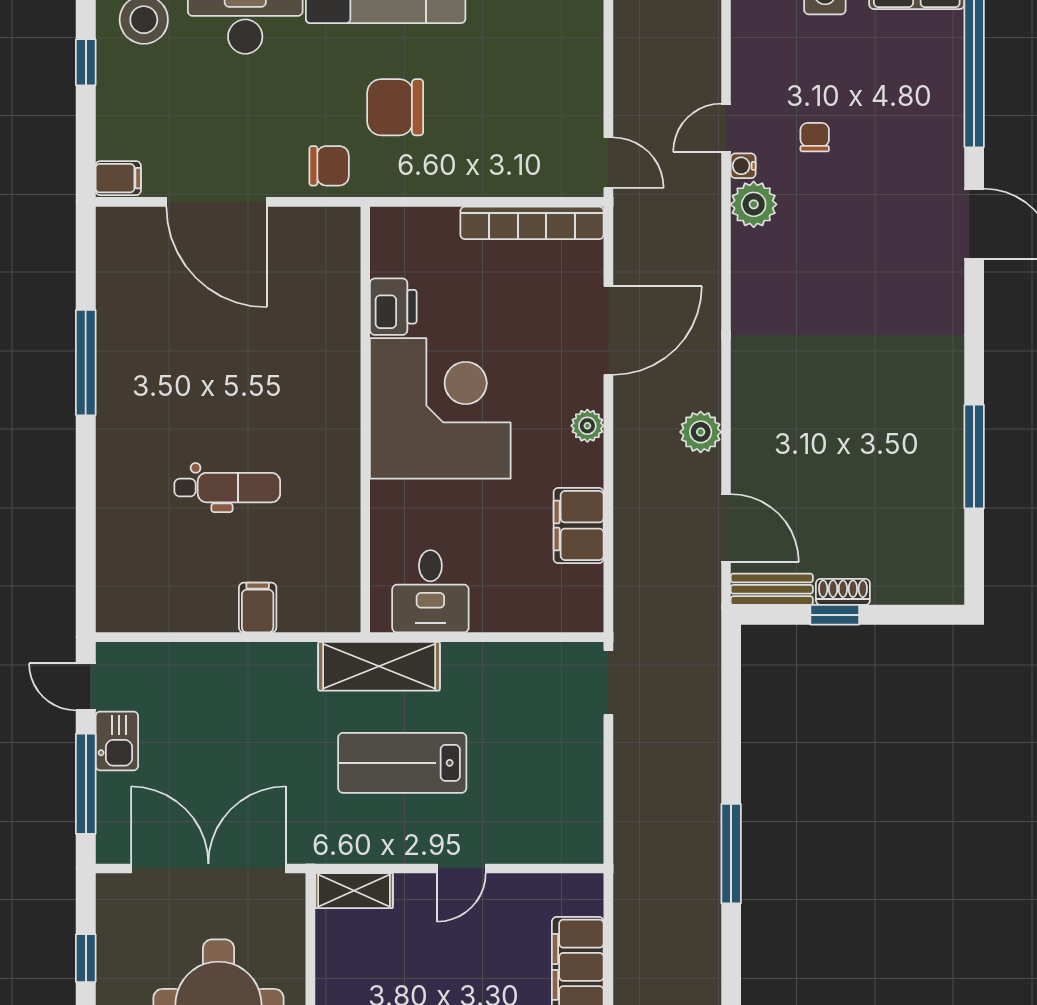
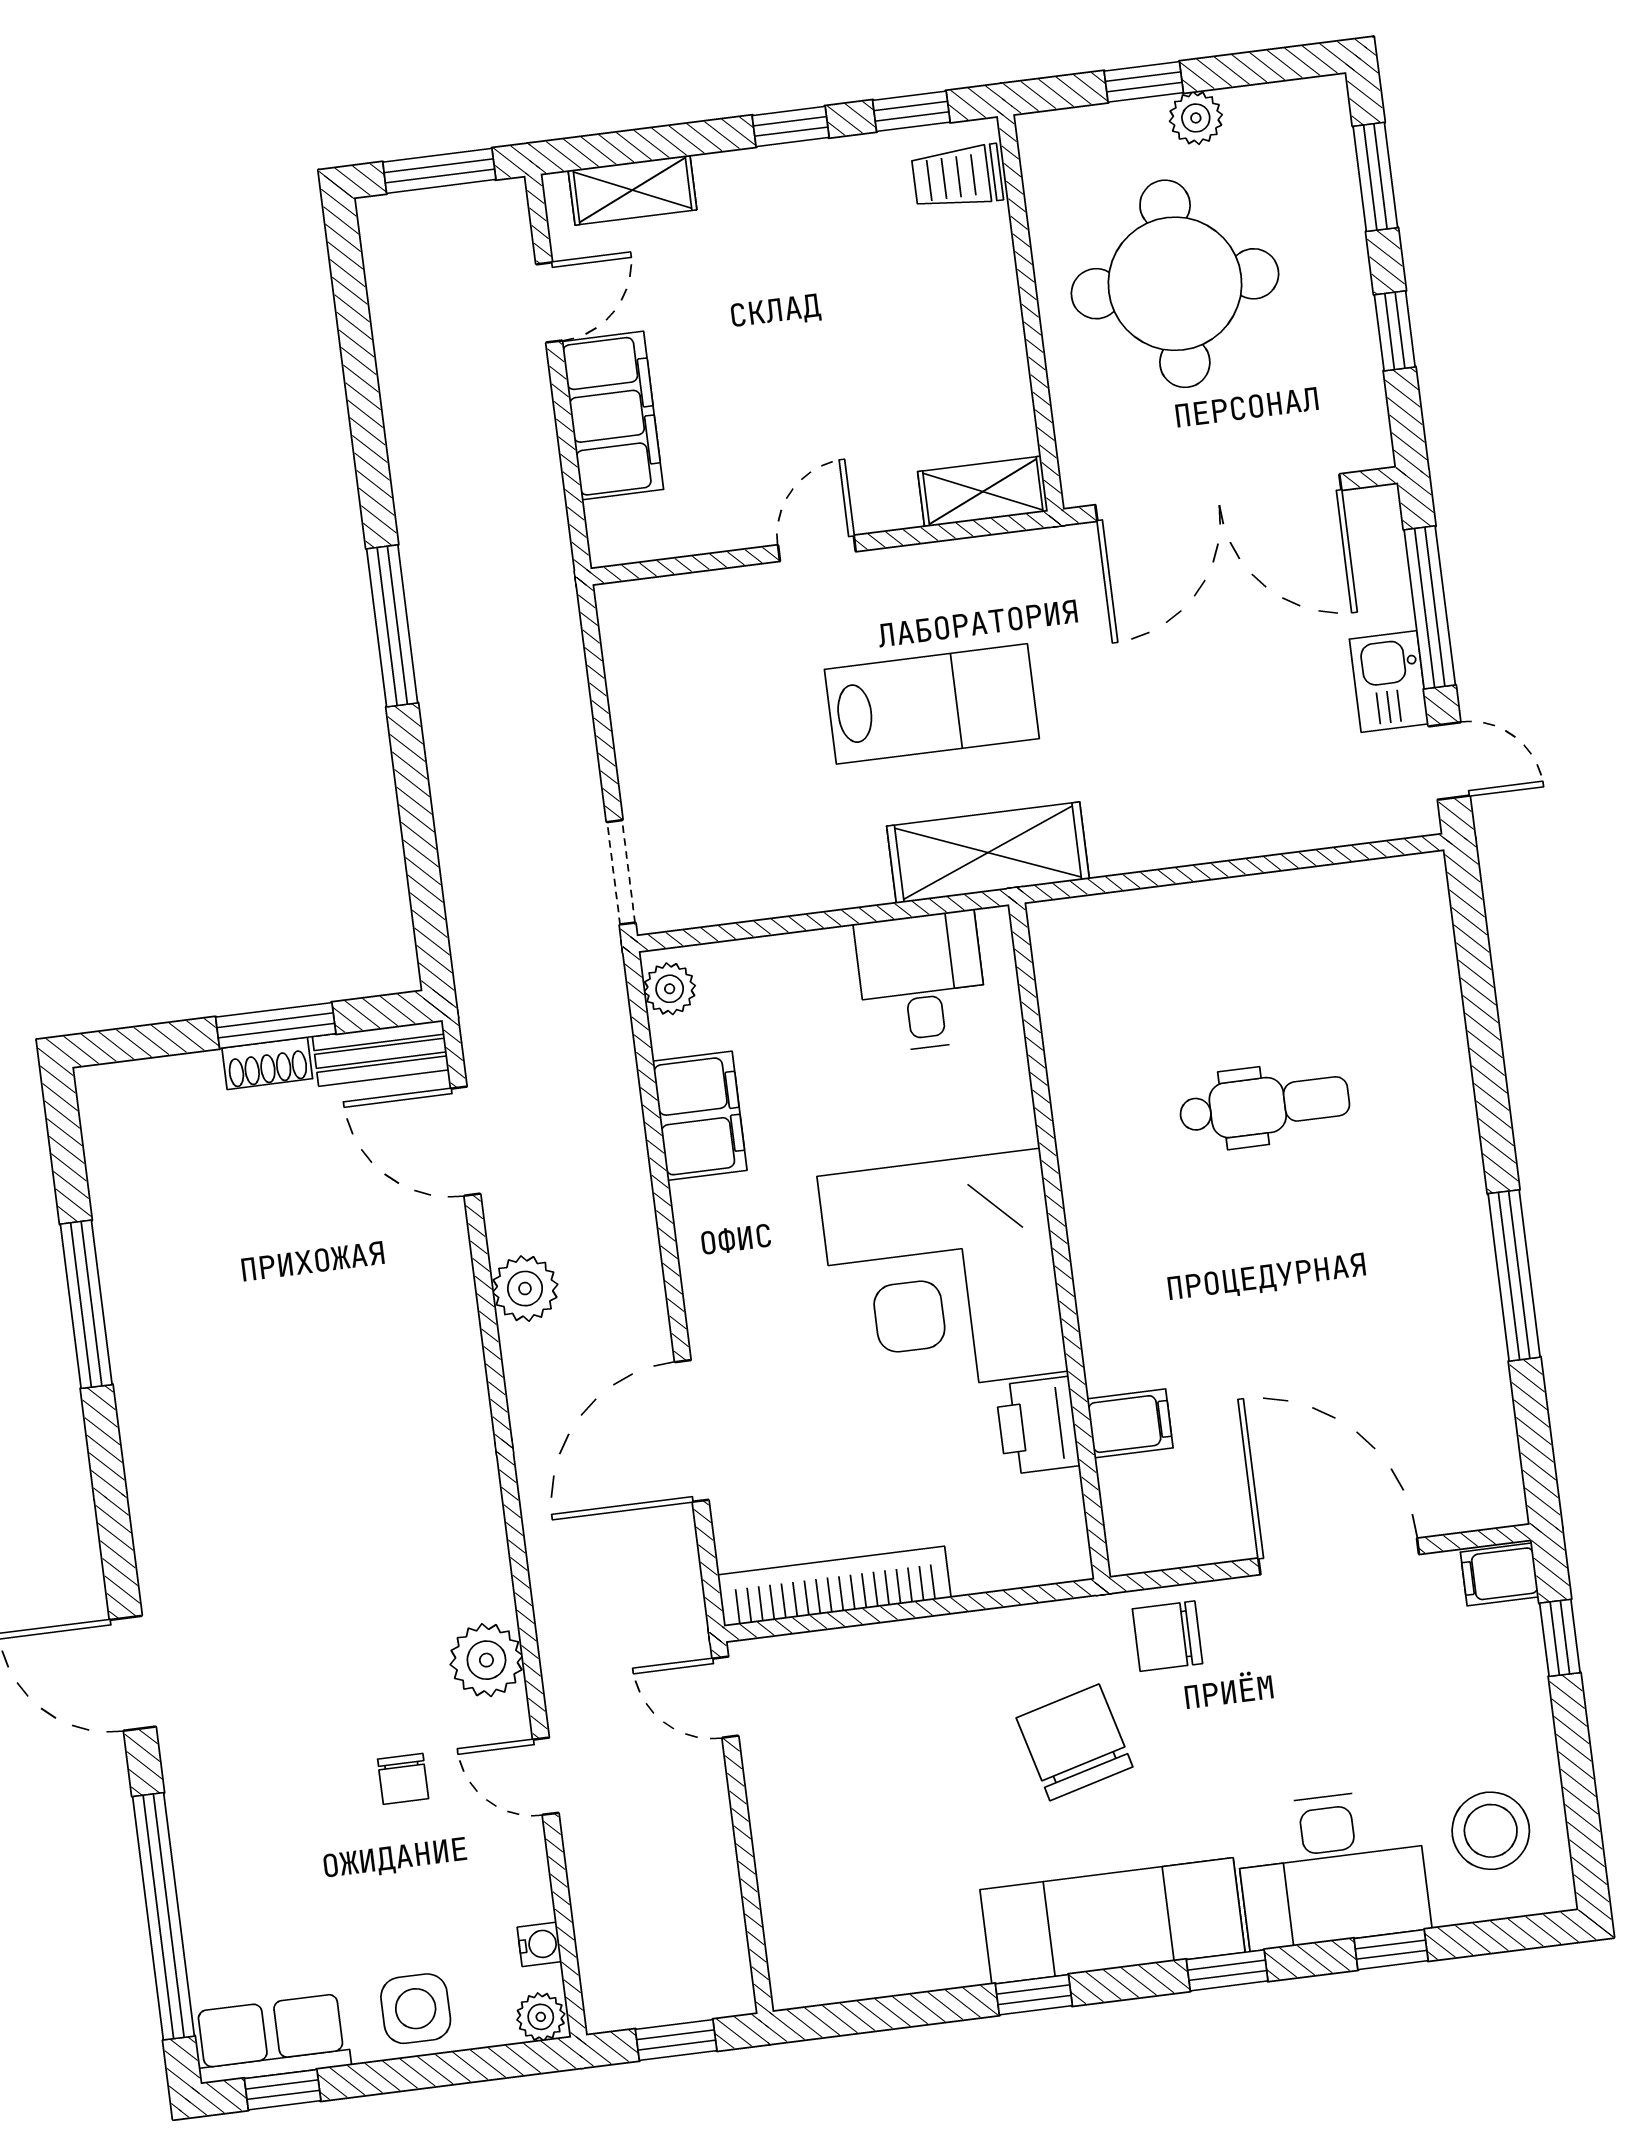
window: (86, 62) -> (1560, 1638), moved
chair: (395, 107) -> (1075, 1742), turned -105
door: (726, 128) -> (546, 1776), swing flipped
water cooler: (743, 166) -> (539, 1944), moved
plant: (587, 426) -> (670, 989), moved
dental chair: (227, 488) -> (1265, 1106), turned 180
filing cabinet: (258, 608) -> (1130, 1423), moved, turned -90
window: (835, 615) -> (276, 1025), width x1.50

